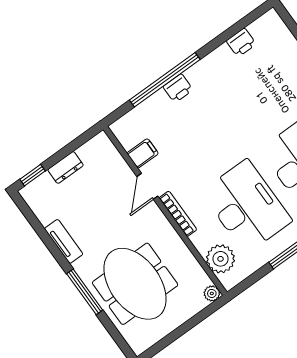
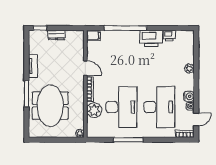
printer: (178, 88) -> (151, 38), moved, width x1.87, depth x1.48
filing cabinet: (143, 153) -> (93, 35), moved
door: (147, 186) -> (85, 68), swing flipped
plant: (220, 259) -> (94, 110), moved

